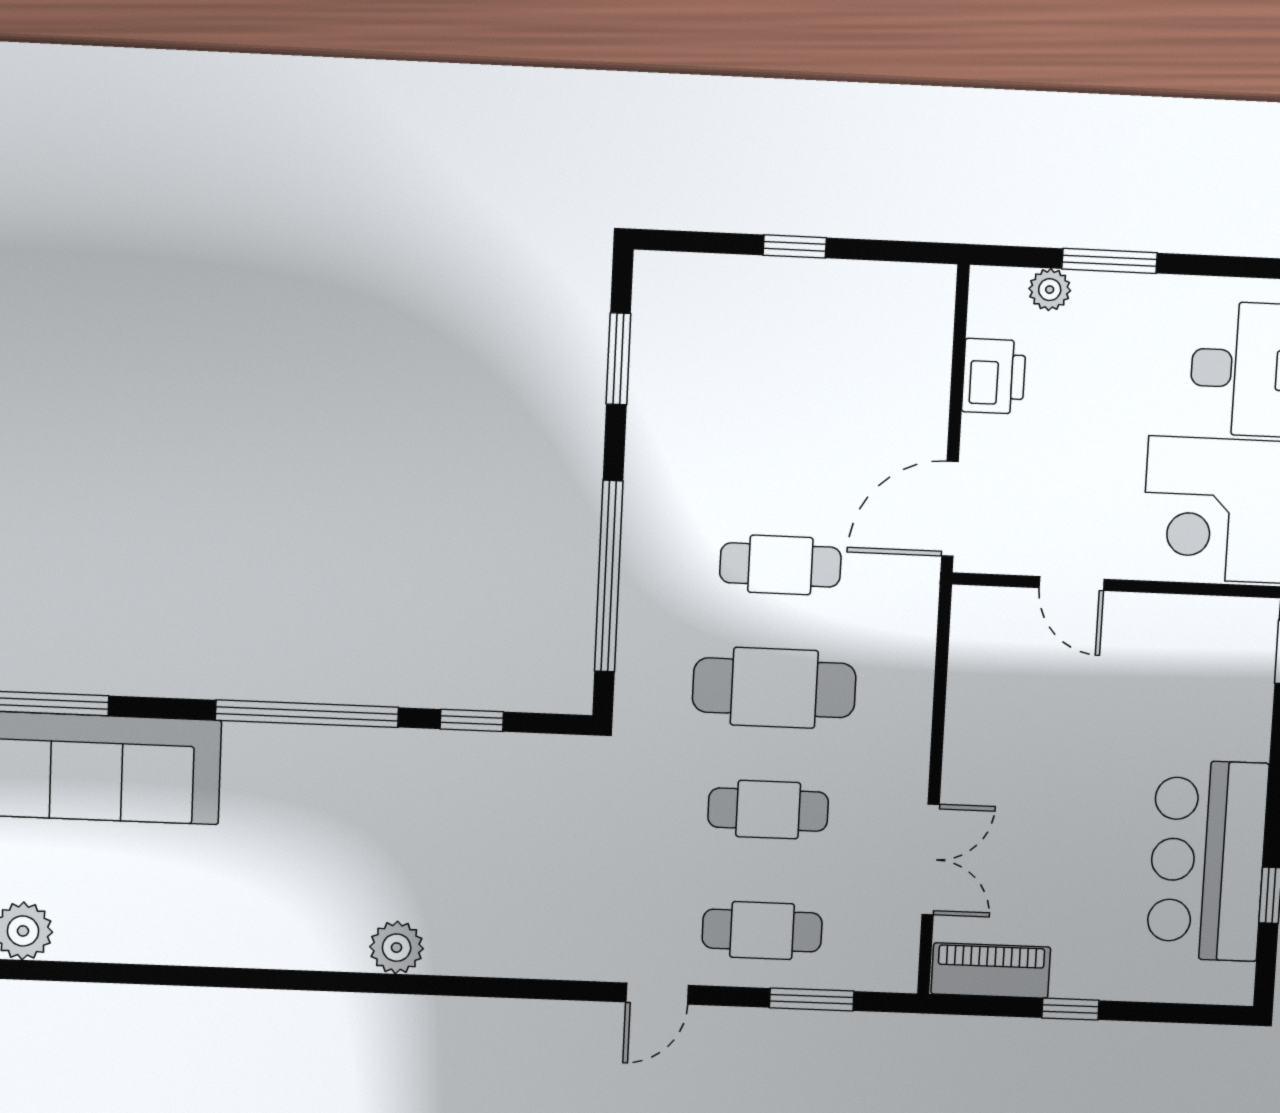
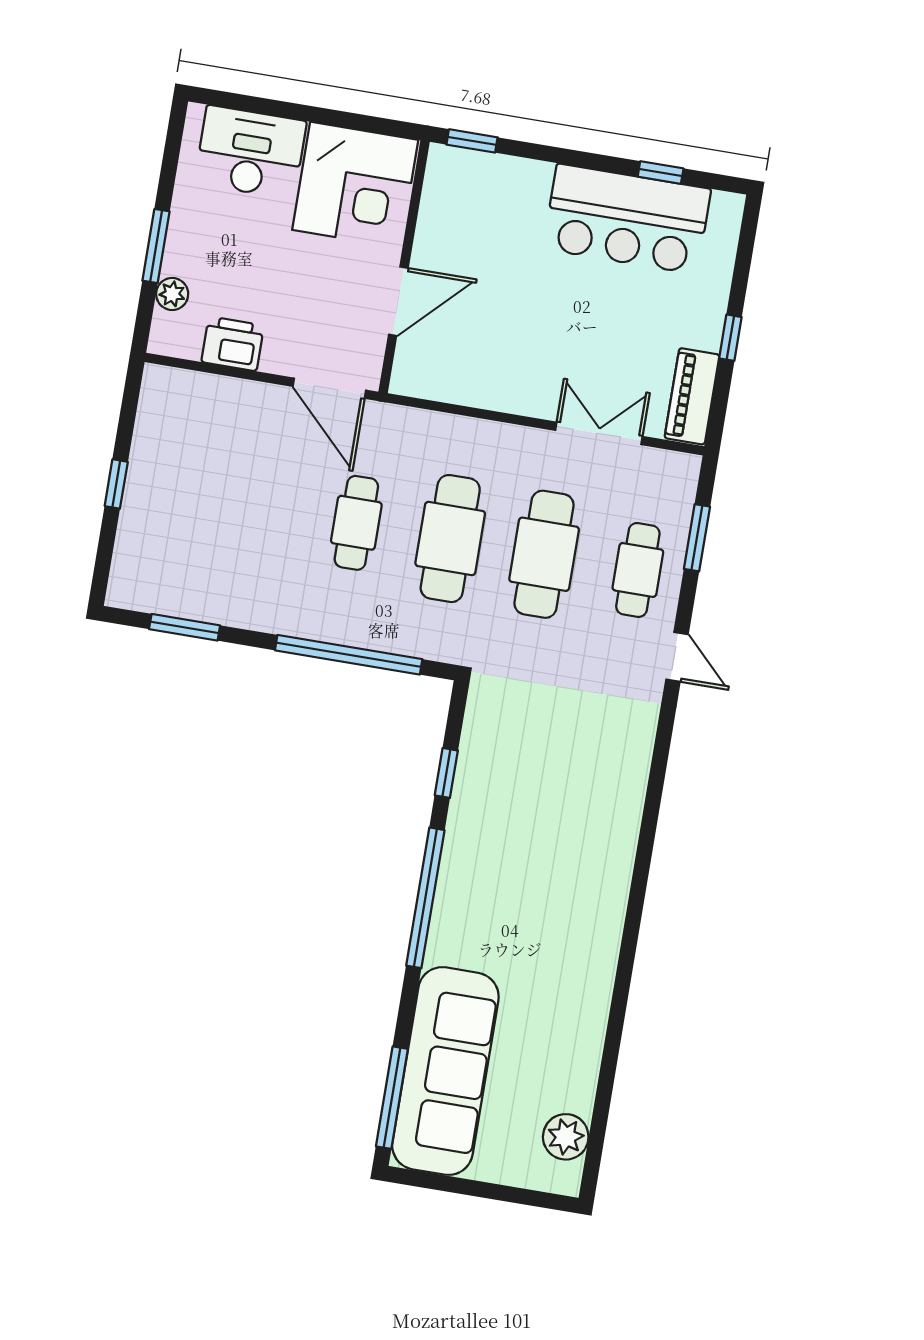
door: (1072, 583) -> (398, 301), width x1.38
cafe table: (768, 810) -> (544, 554), width x1.37, depth x1.35
plant: (397, 948) -> (615, 853), removed

